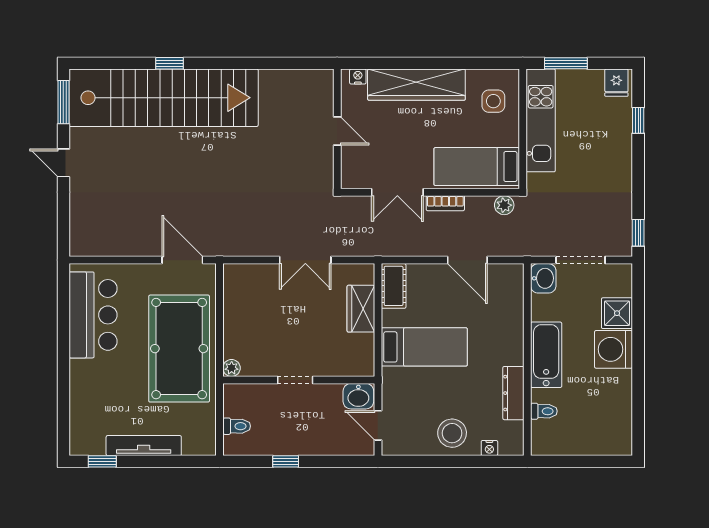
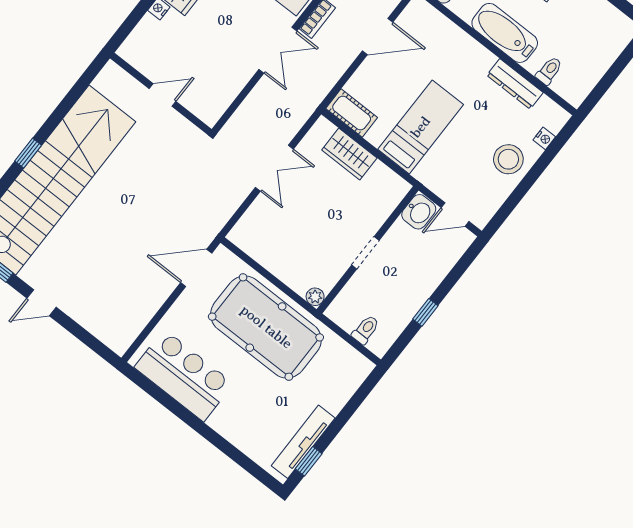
wall: (337, 129) -> (161, 94), moved
door: (337, 131) -> (163, 95), moved
tv unit: (144, 446) -> (303, 442), moved

